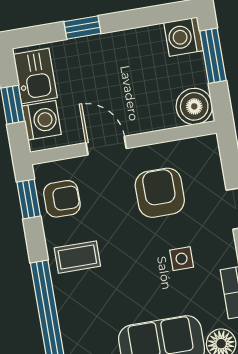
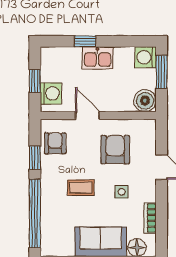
kitchen sink: (35, 76) -> (98, 58), moved, turned 90
window: (29, 199) -> (35, 158), moved
armchair: (62, 199) -> (55, 143), turned -90
coffee table: (77, 257) -> (81, 188), moved

